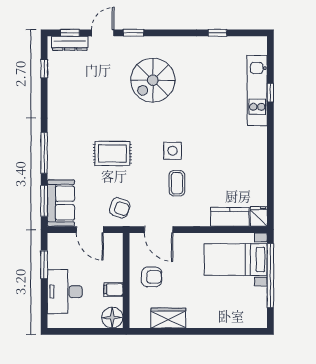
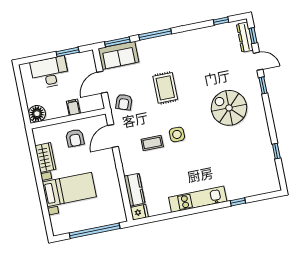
kitchen unit: (257, 91) -> (198, 199), moved
bed with nightstands: (236, 259) -> (69, 189), moved, turned 90
filing cabinet: (113, 290) -> (73, 107), moved

